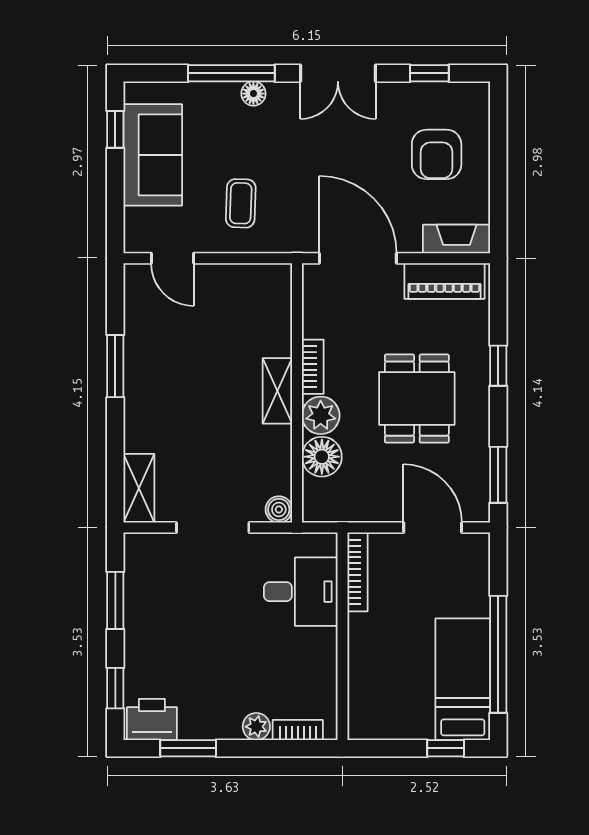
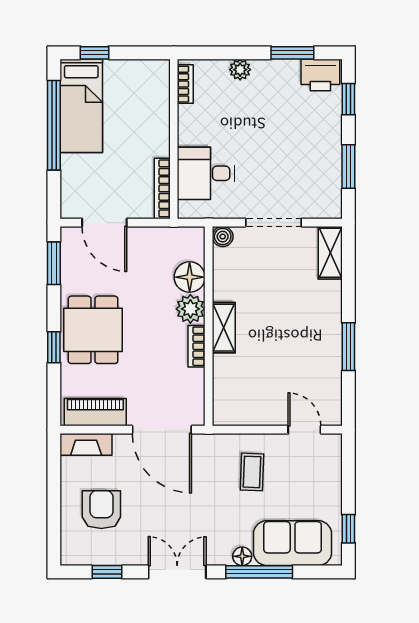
sofa: (153, 155) -> (293, 543), moved, turned 90
dining table: (417, 399) -> (93, 330), moved
bookcase: (298, 730) -> (185, 84), moved, turned -90

